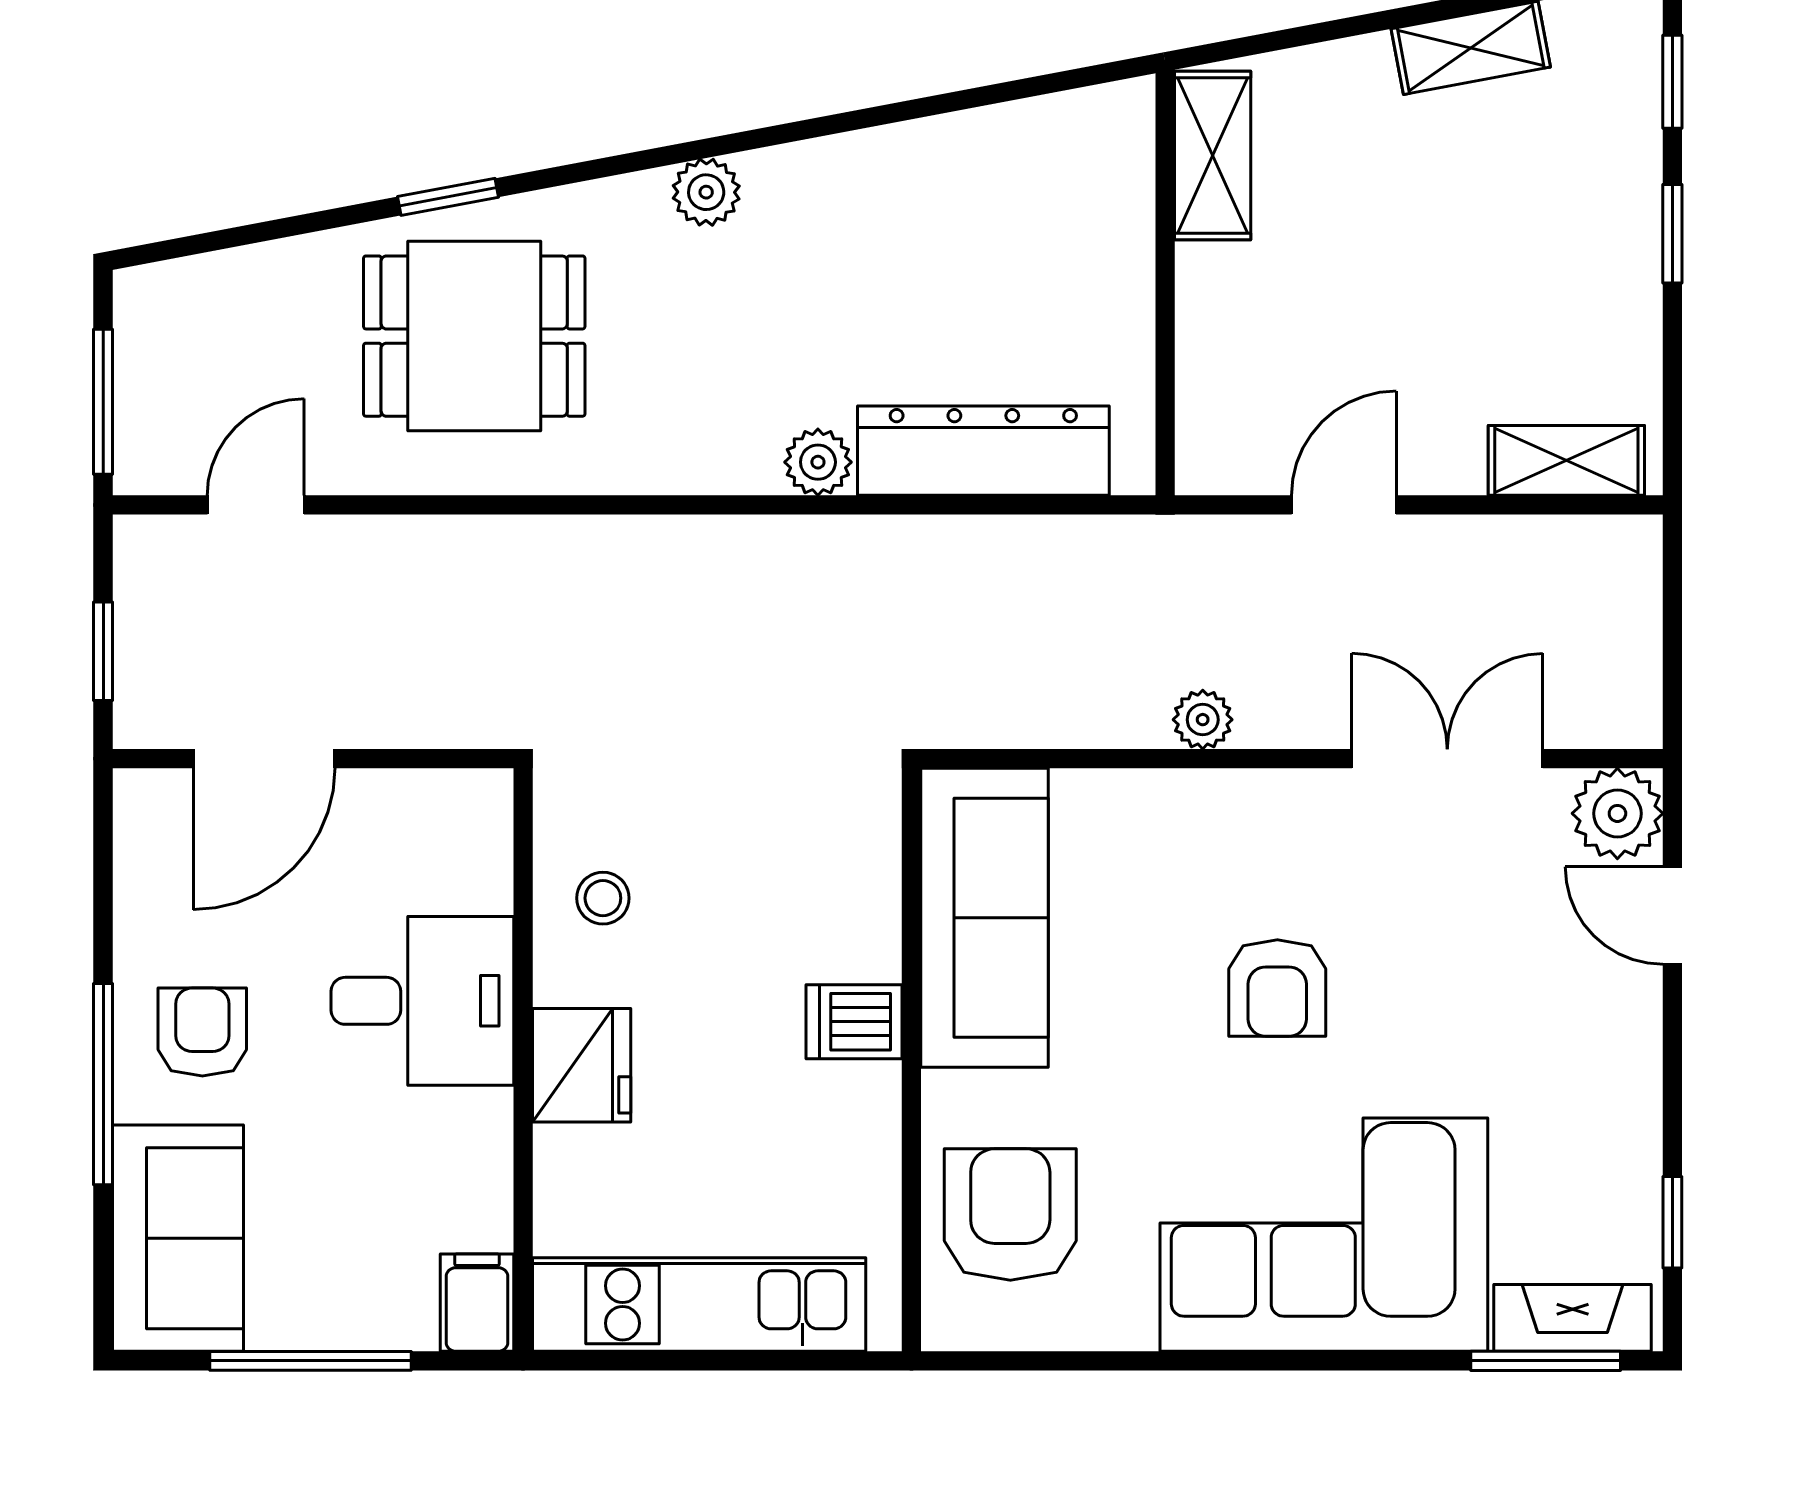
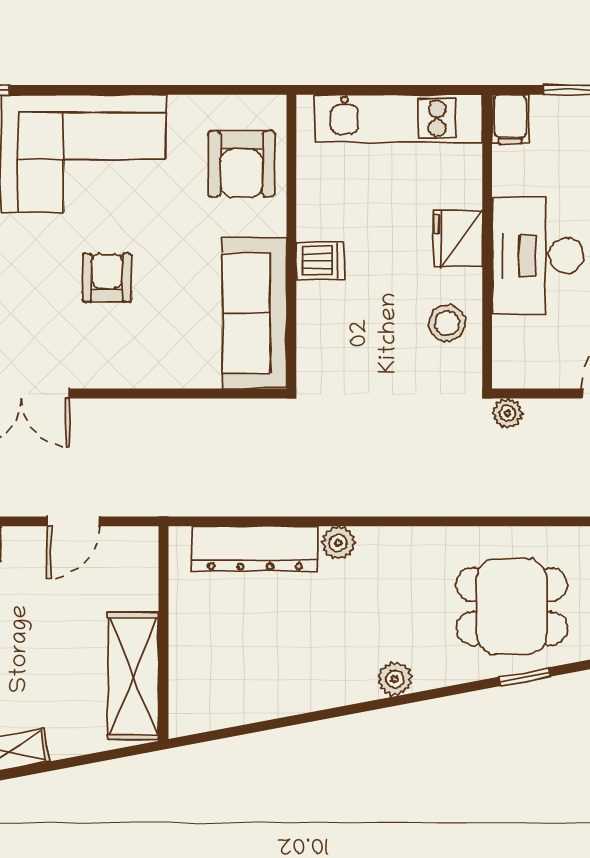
shelving: (1213, 156) -> (133, 676), width x1.50, depth x1.33
plant: (1203, 720) -> (508, 413), moved
stool: (603, 898) -> (447, 323), width x1.37, depth x1.37
desk: (422, 1001) -> (538, 256), width x1.37

